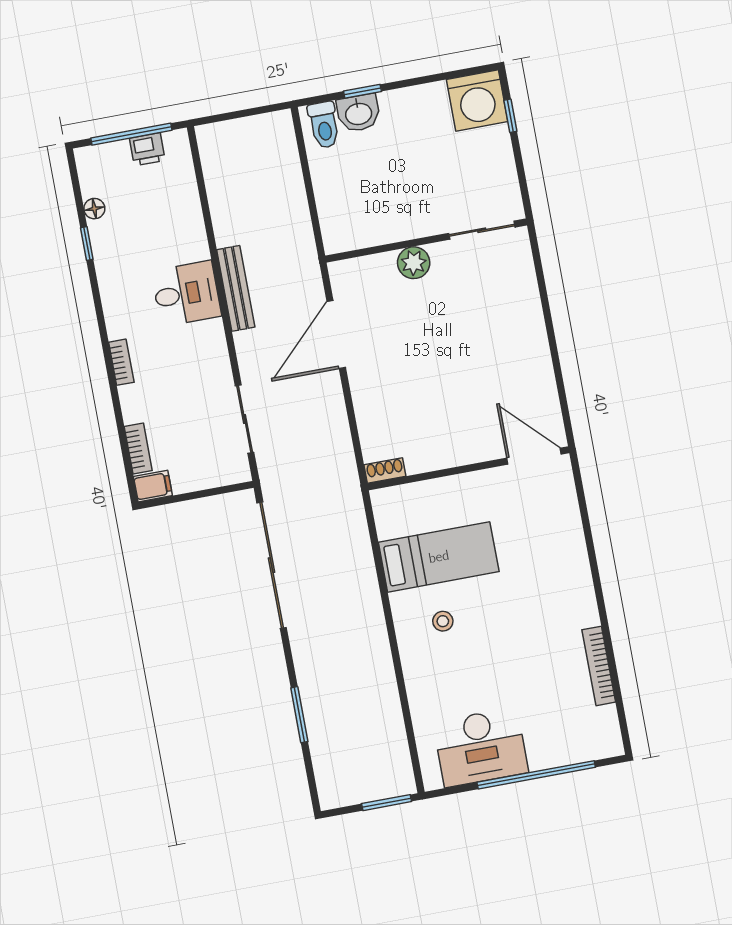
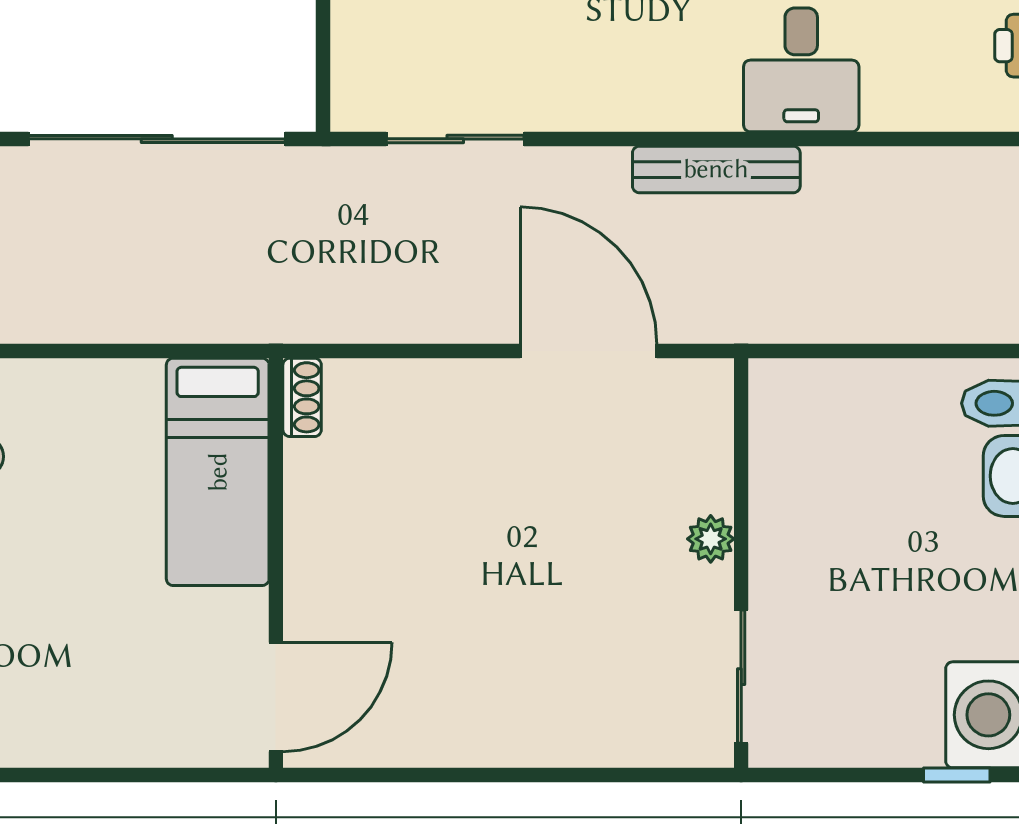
plant: (414, 263) -> (711, 539), width x0.73, depth x0.73
desk: (186, 294) -> (801, 70), moved
bed: (439, 557) -> (218, 472), moved

